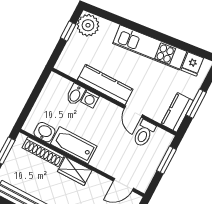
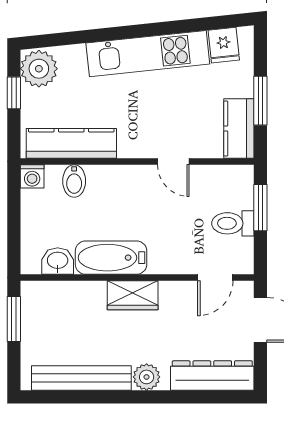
kitchen counter: (105, 85) -> (71, 143), moved
washing machine: (90, 99) -> (32, 176), moved
toilet: (144, 133) -> (233, 223), moved, turned 90
shoe rack: (43, 152) -> (71, 291), removed

